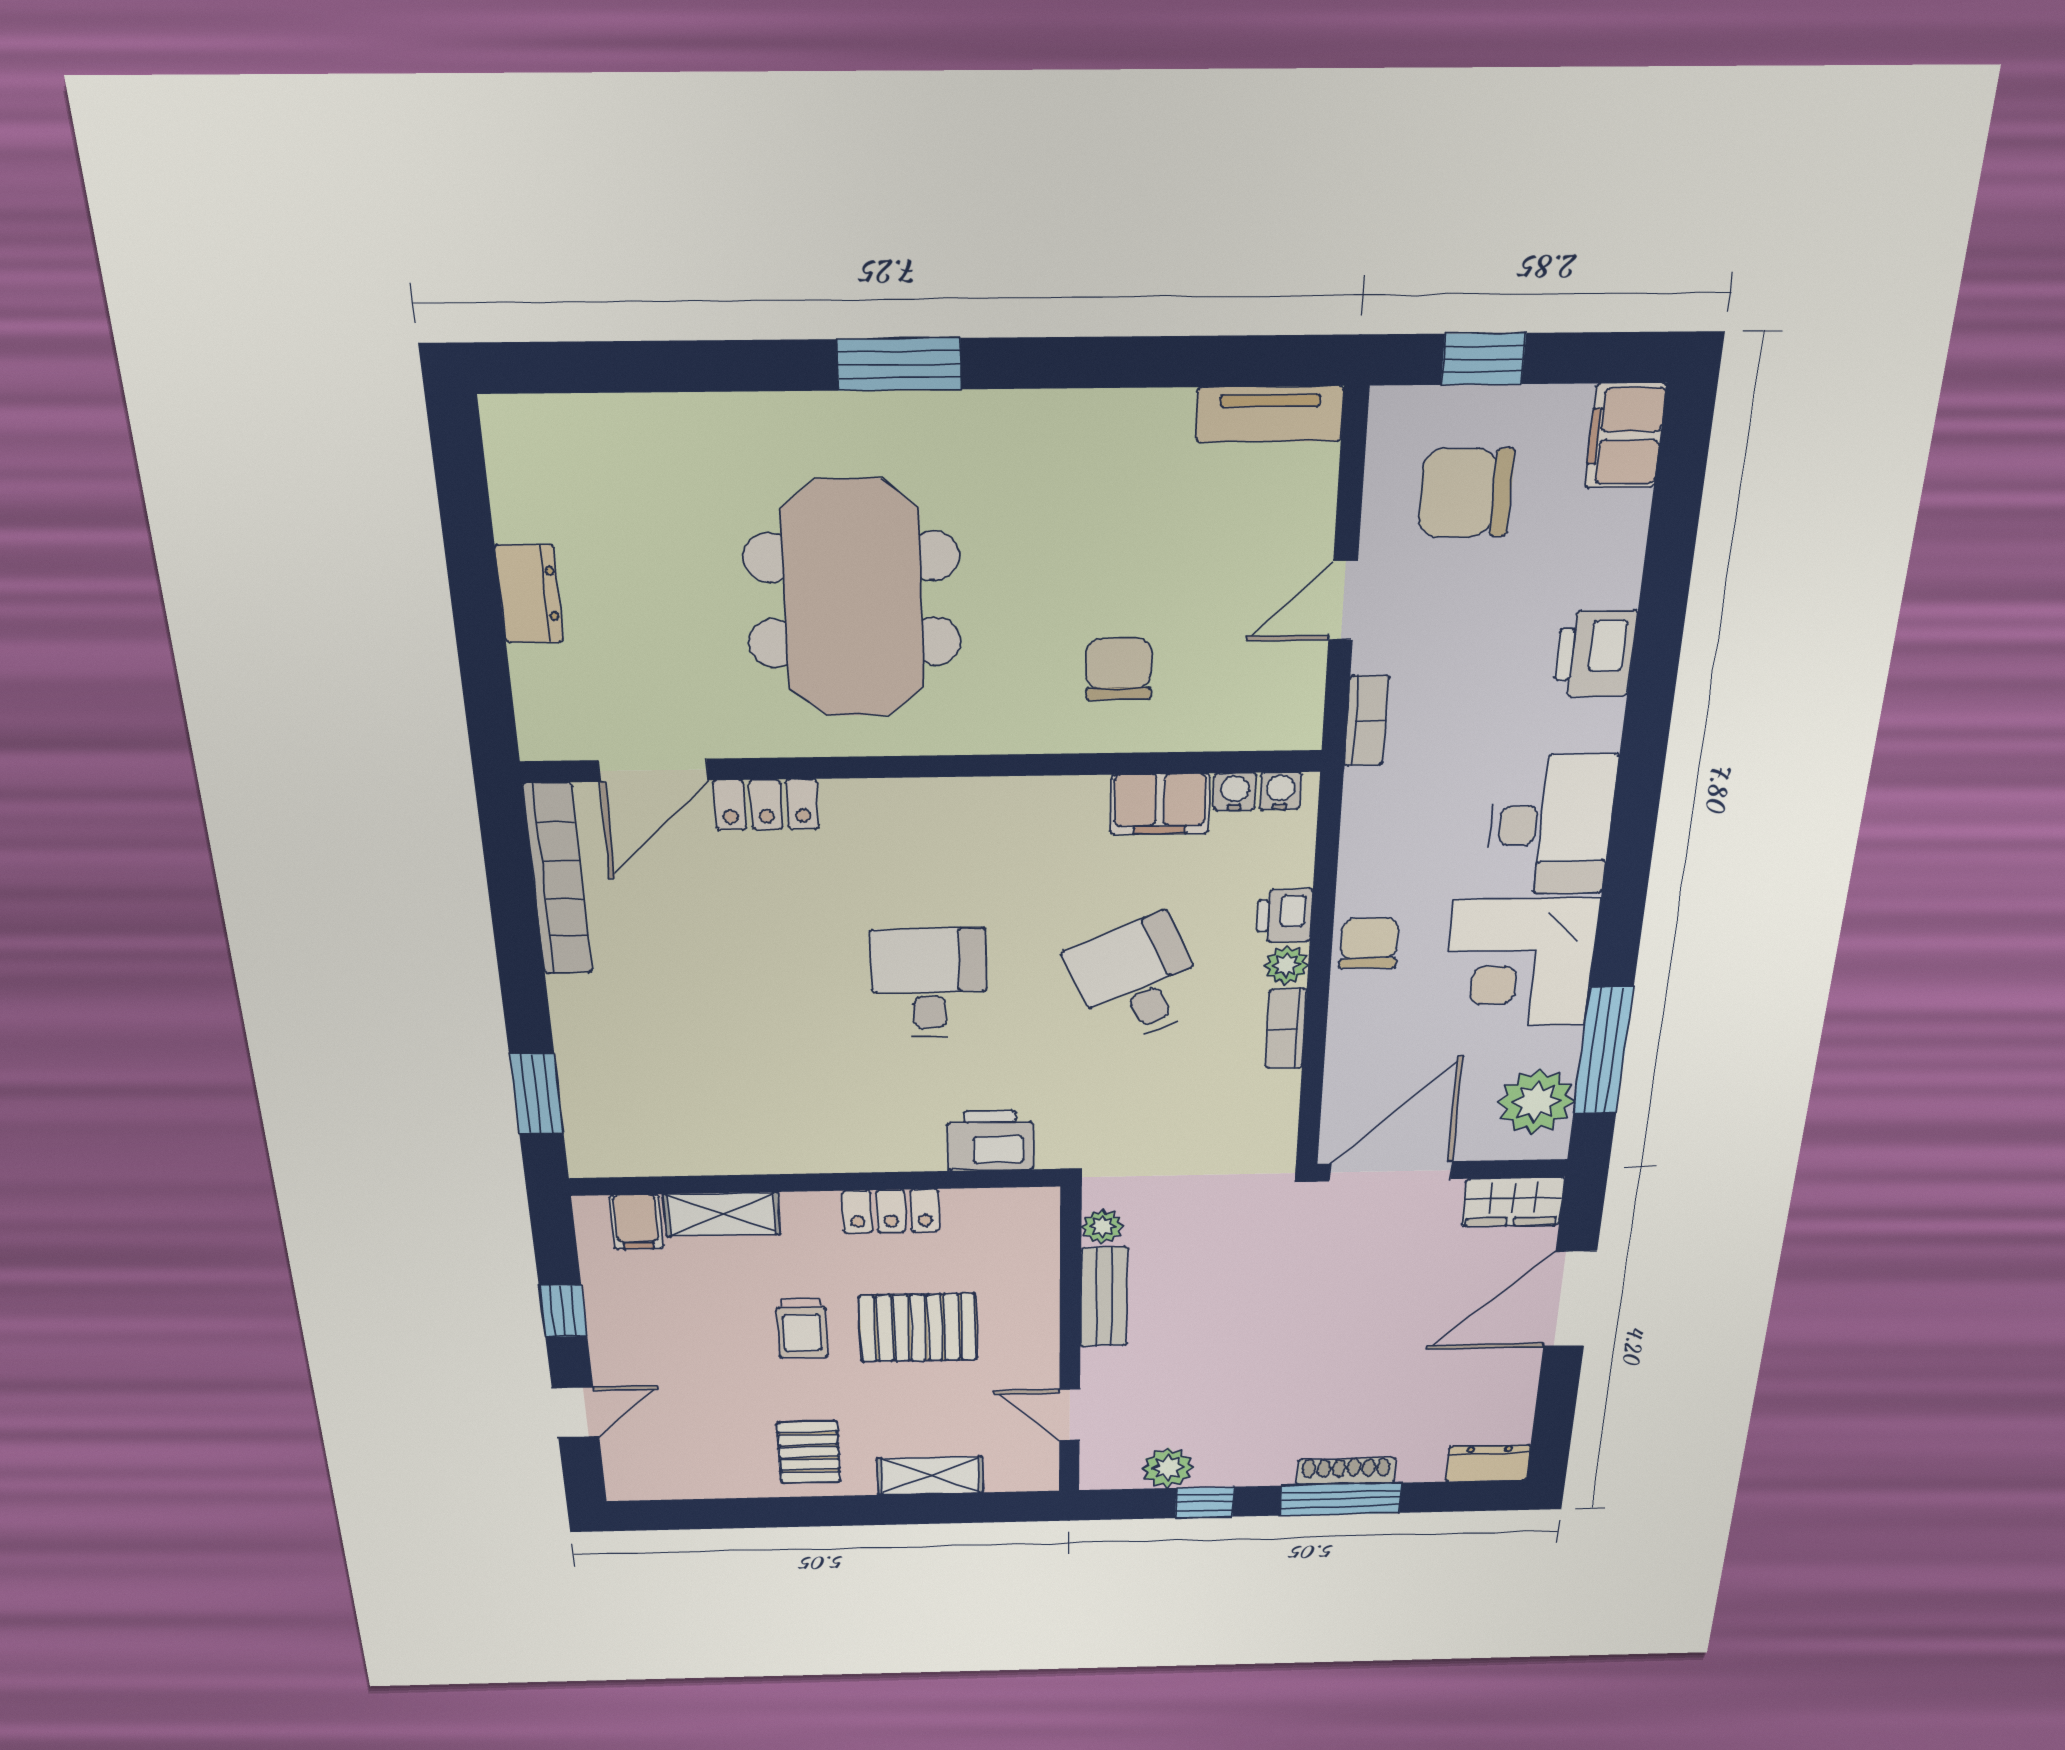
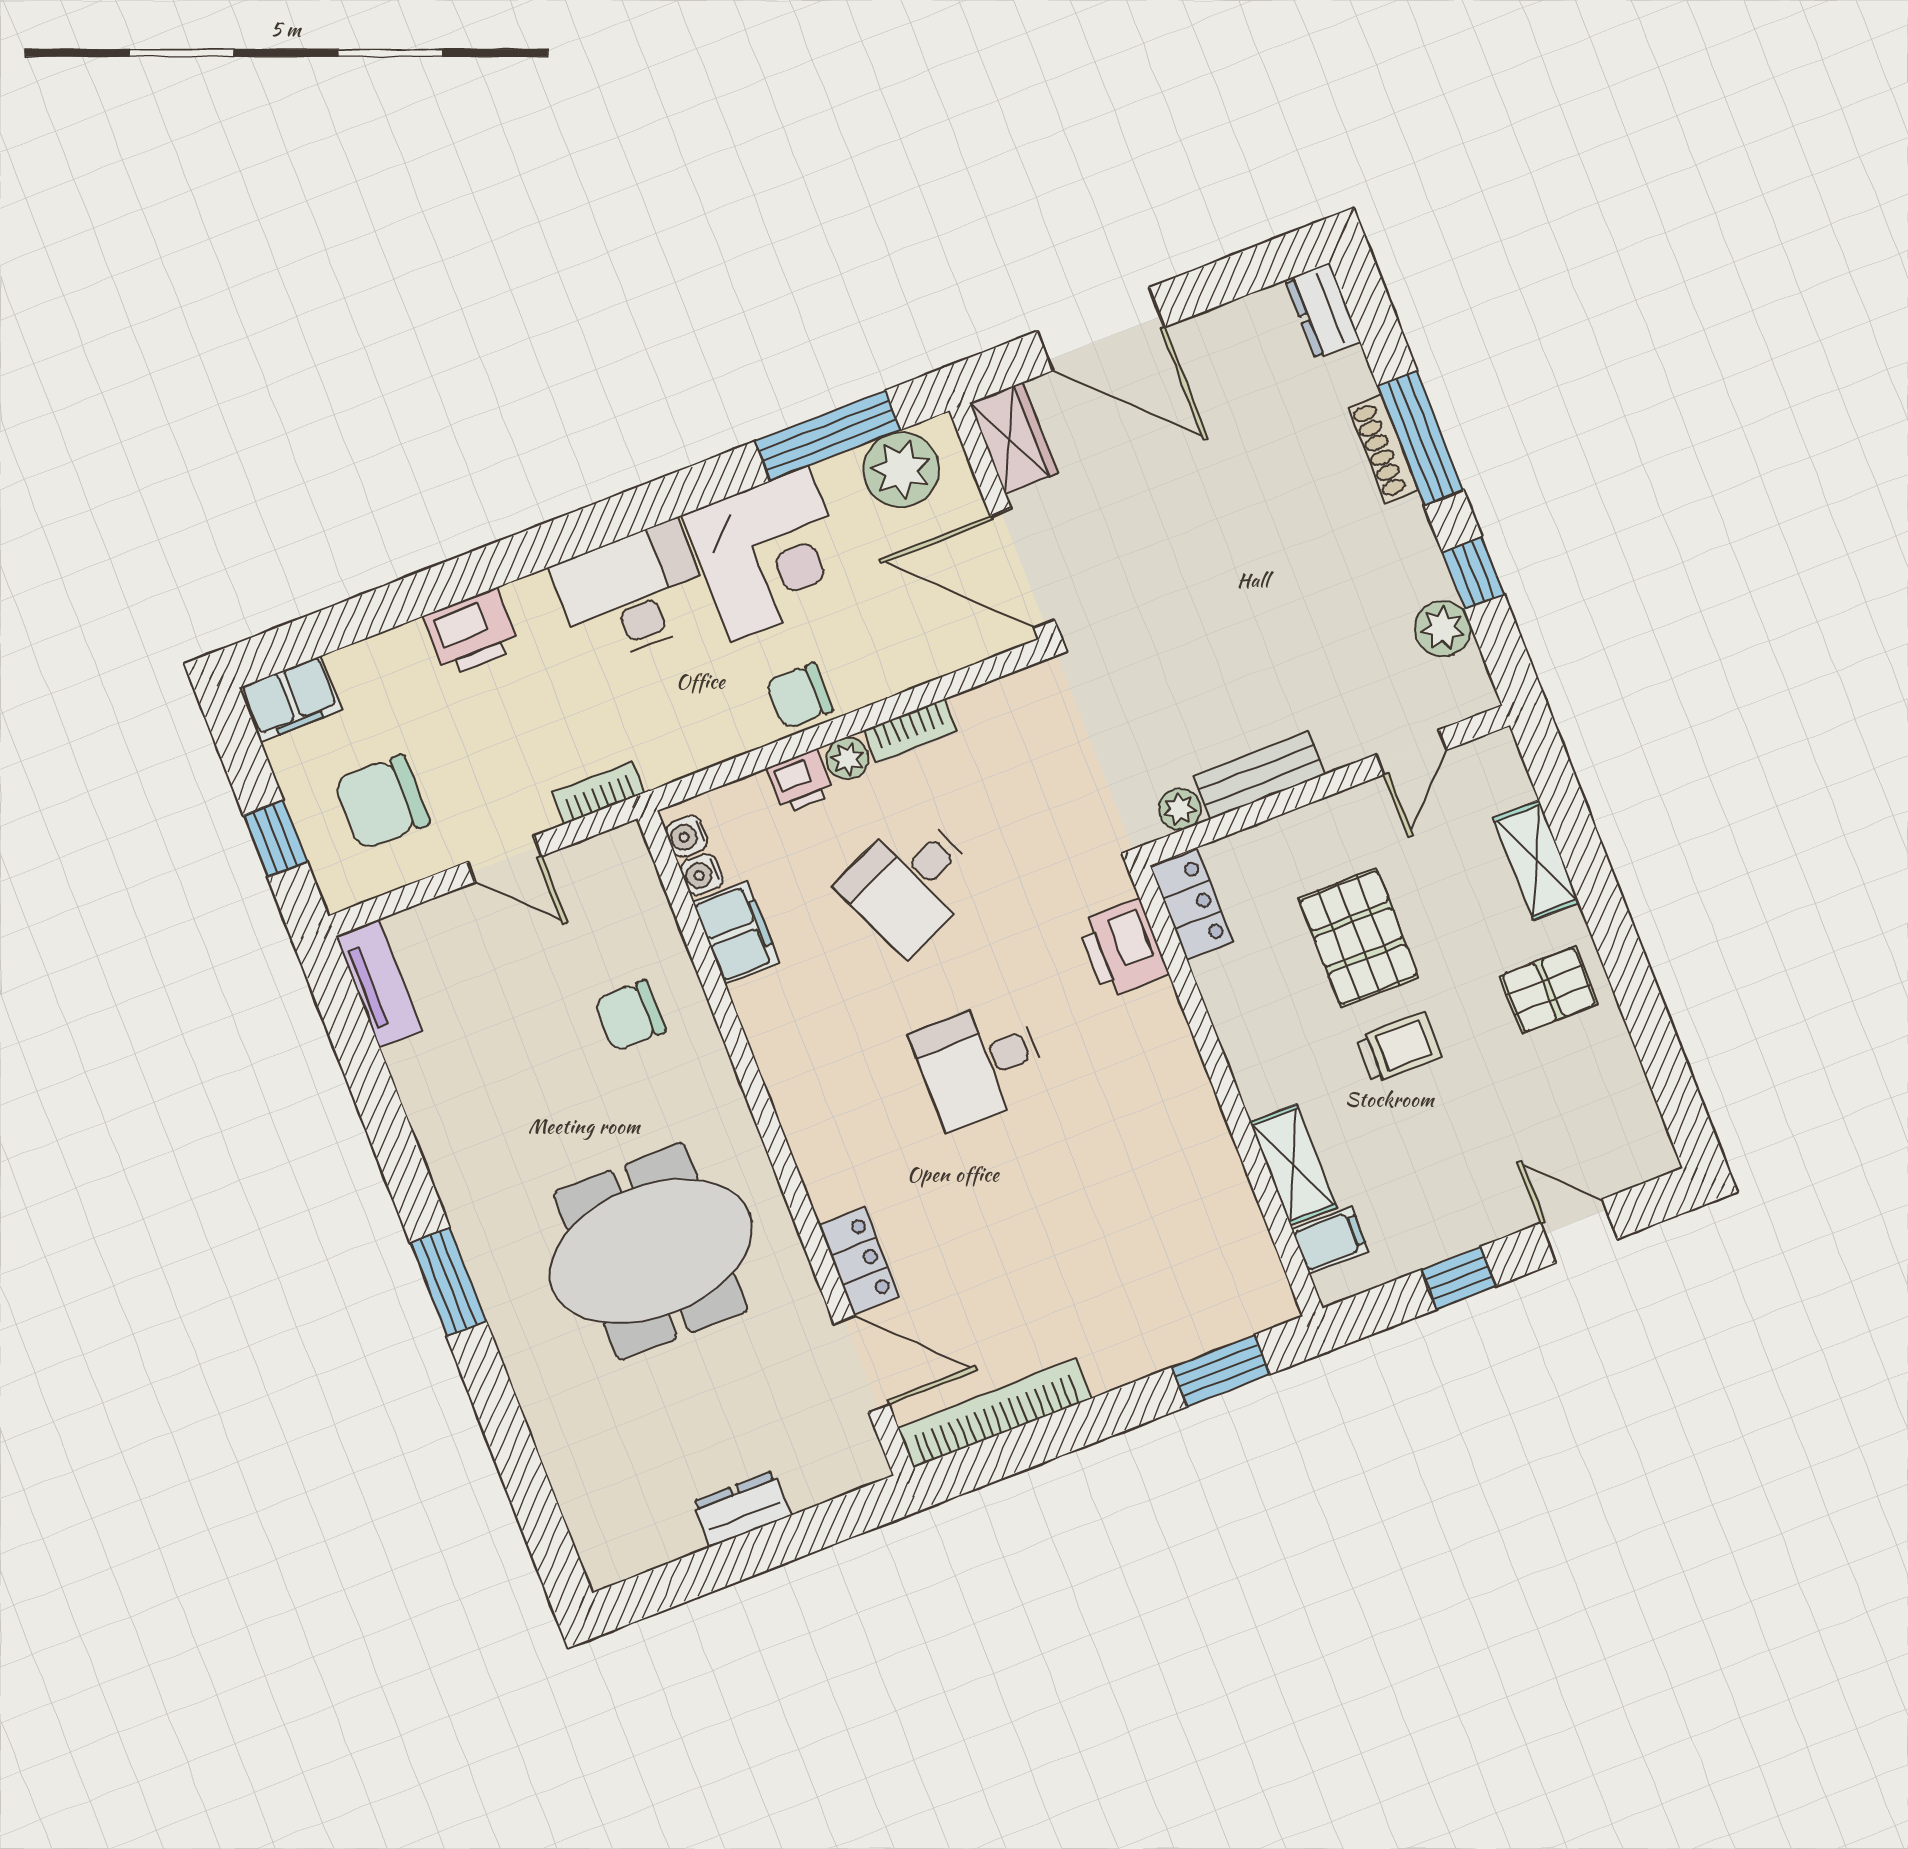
chair: (1466, 493) -> (382, 802), turned 90
locker: (891, 1211) -> (1192, 905), moved

